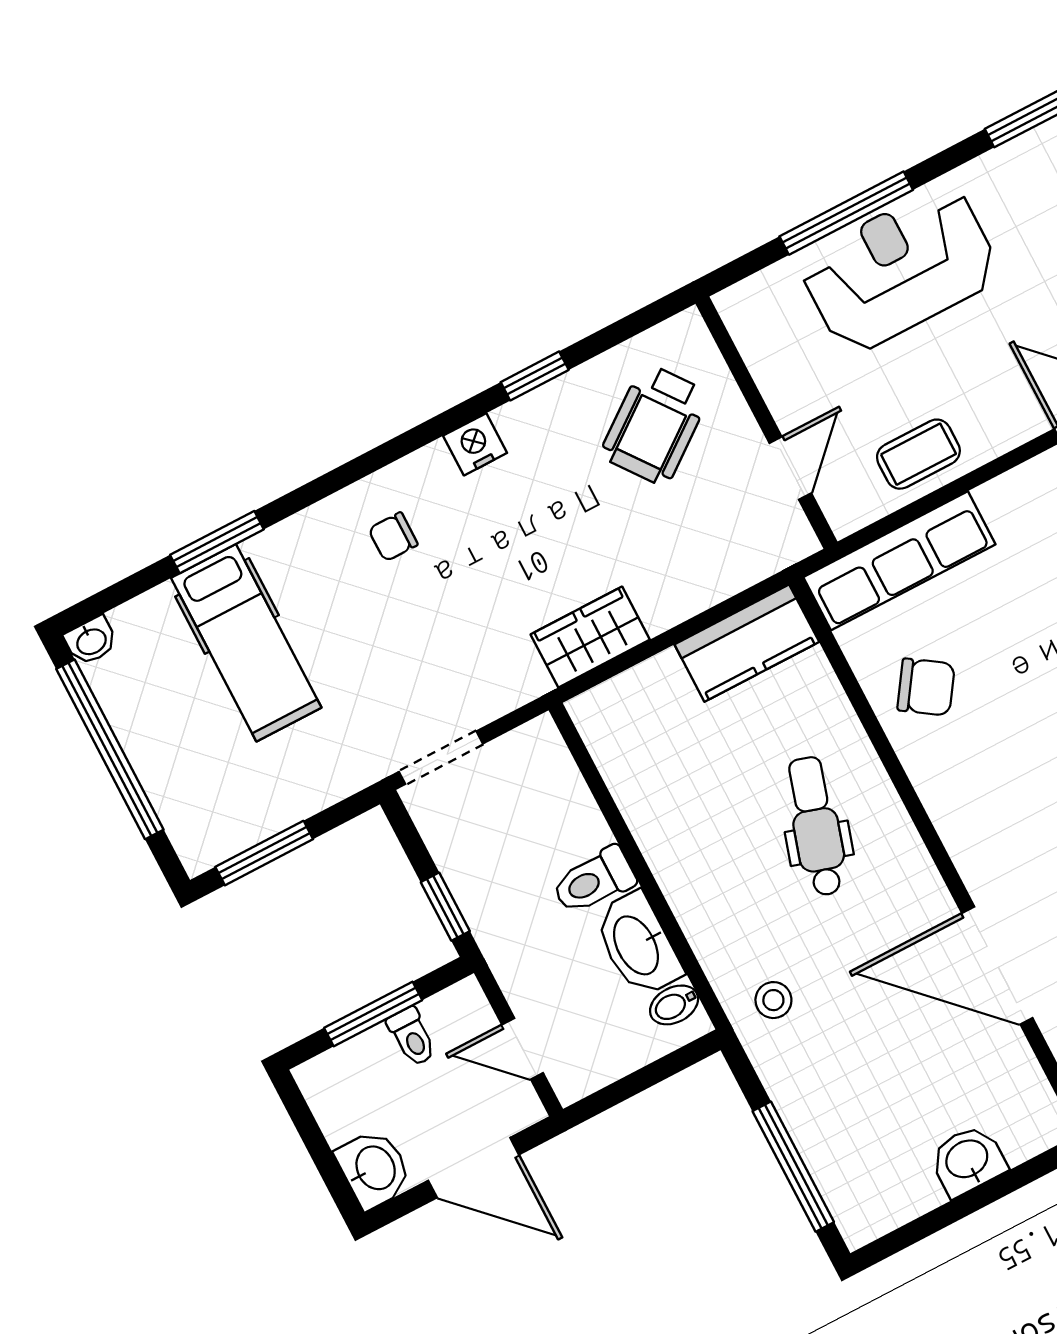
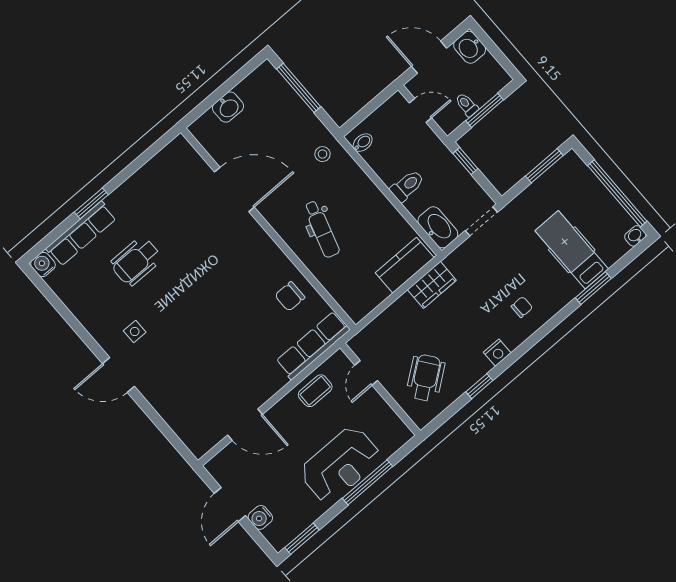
kitchen counter: (747, 643) -> (405, 265), moved
chair: (926, 687) -> (290, 296), turned -34
washbasin: (638, 945) -> (438, 227), moved

